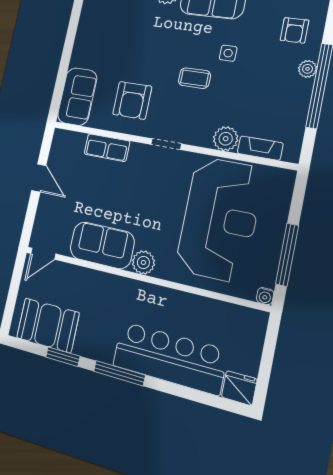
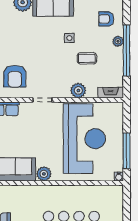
armchair: (294, 30) -> (106, 19), turned 90
coffee table: (194, 78) -> (87, 58), moved
fireplace: (260, 148) -> (111, 93), moved

